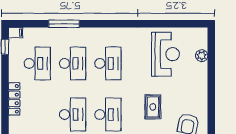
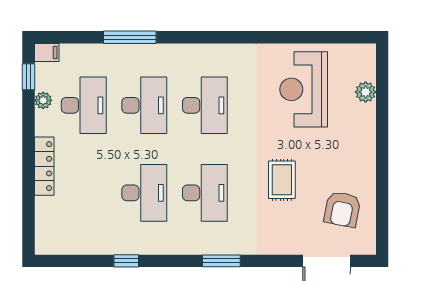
reception desk: (165, 54) -> (304, 89), turned 180
plant: (14, 61) -> (43, 100), added

